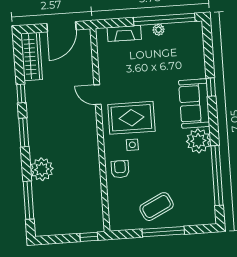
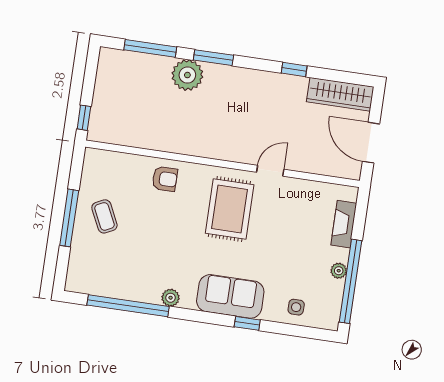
window: (24, 132) -> (213, 58), moved
plant: (198, 141) -> (171, 298), width x0.53, depth x0.53
side table: (132, 145) -> (296, 307), moved
coffee table: (157, 207) -> (104, 216), width x0.73, depth x0.77

